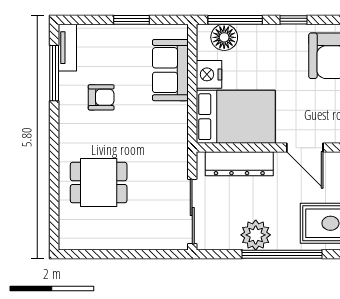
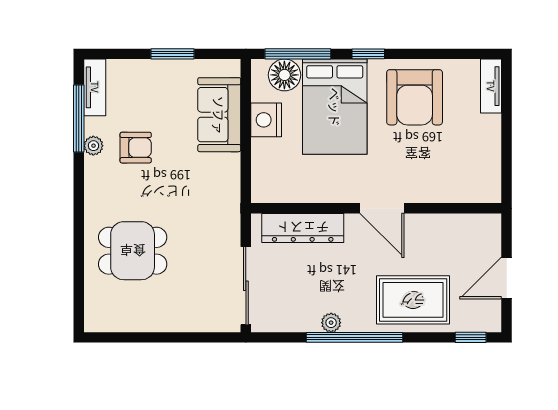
plant: (66, 96) -> (93, 146), added
bed: (236, 117) -> (335, 107), moved, turned 90
plant: (256, 235) -> (331, 323), width x0.53, depth x0.53

